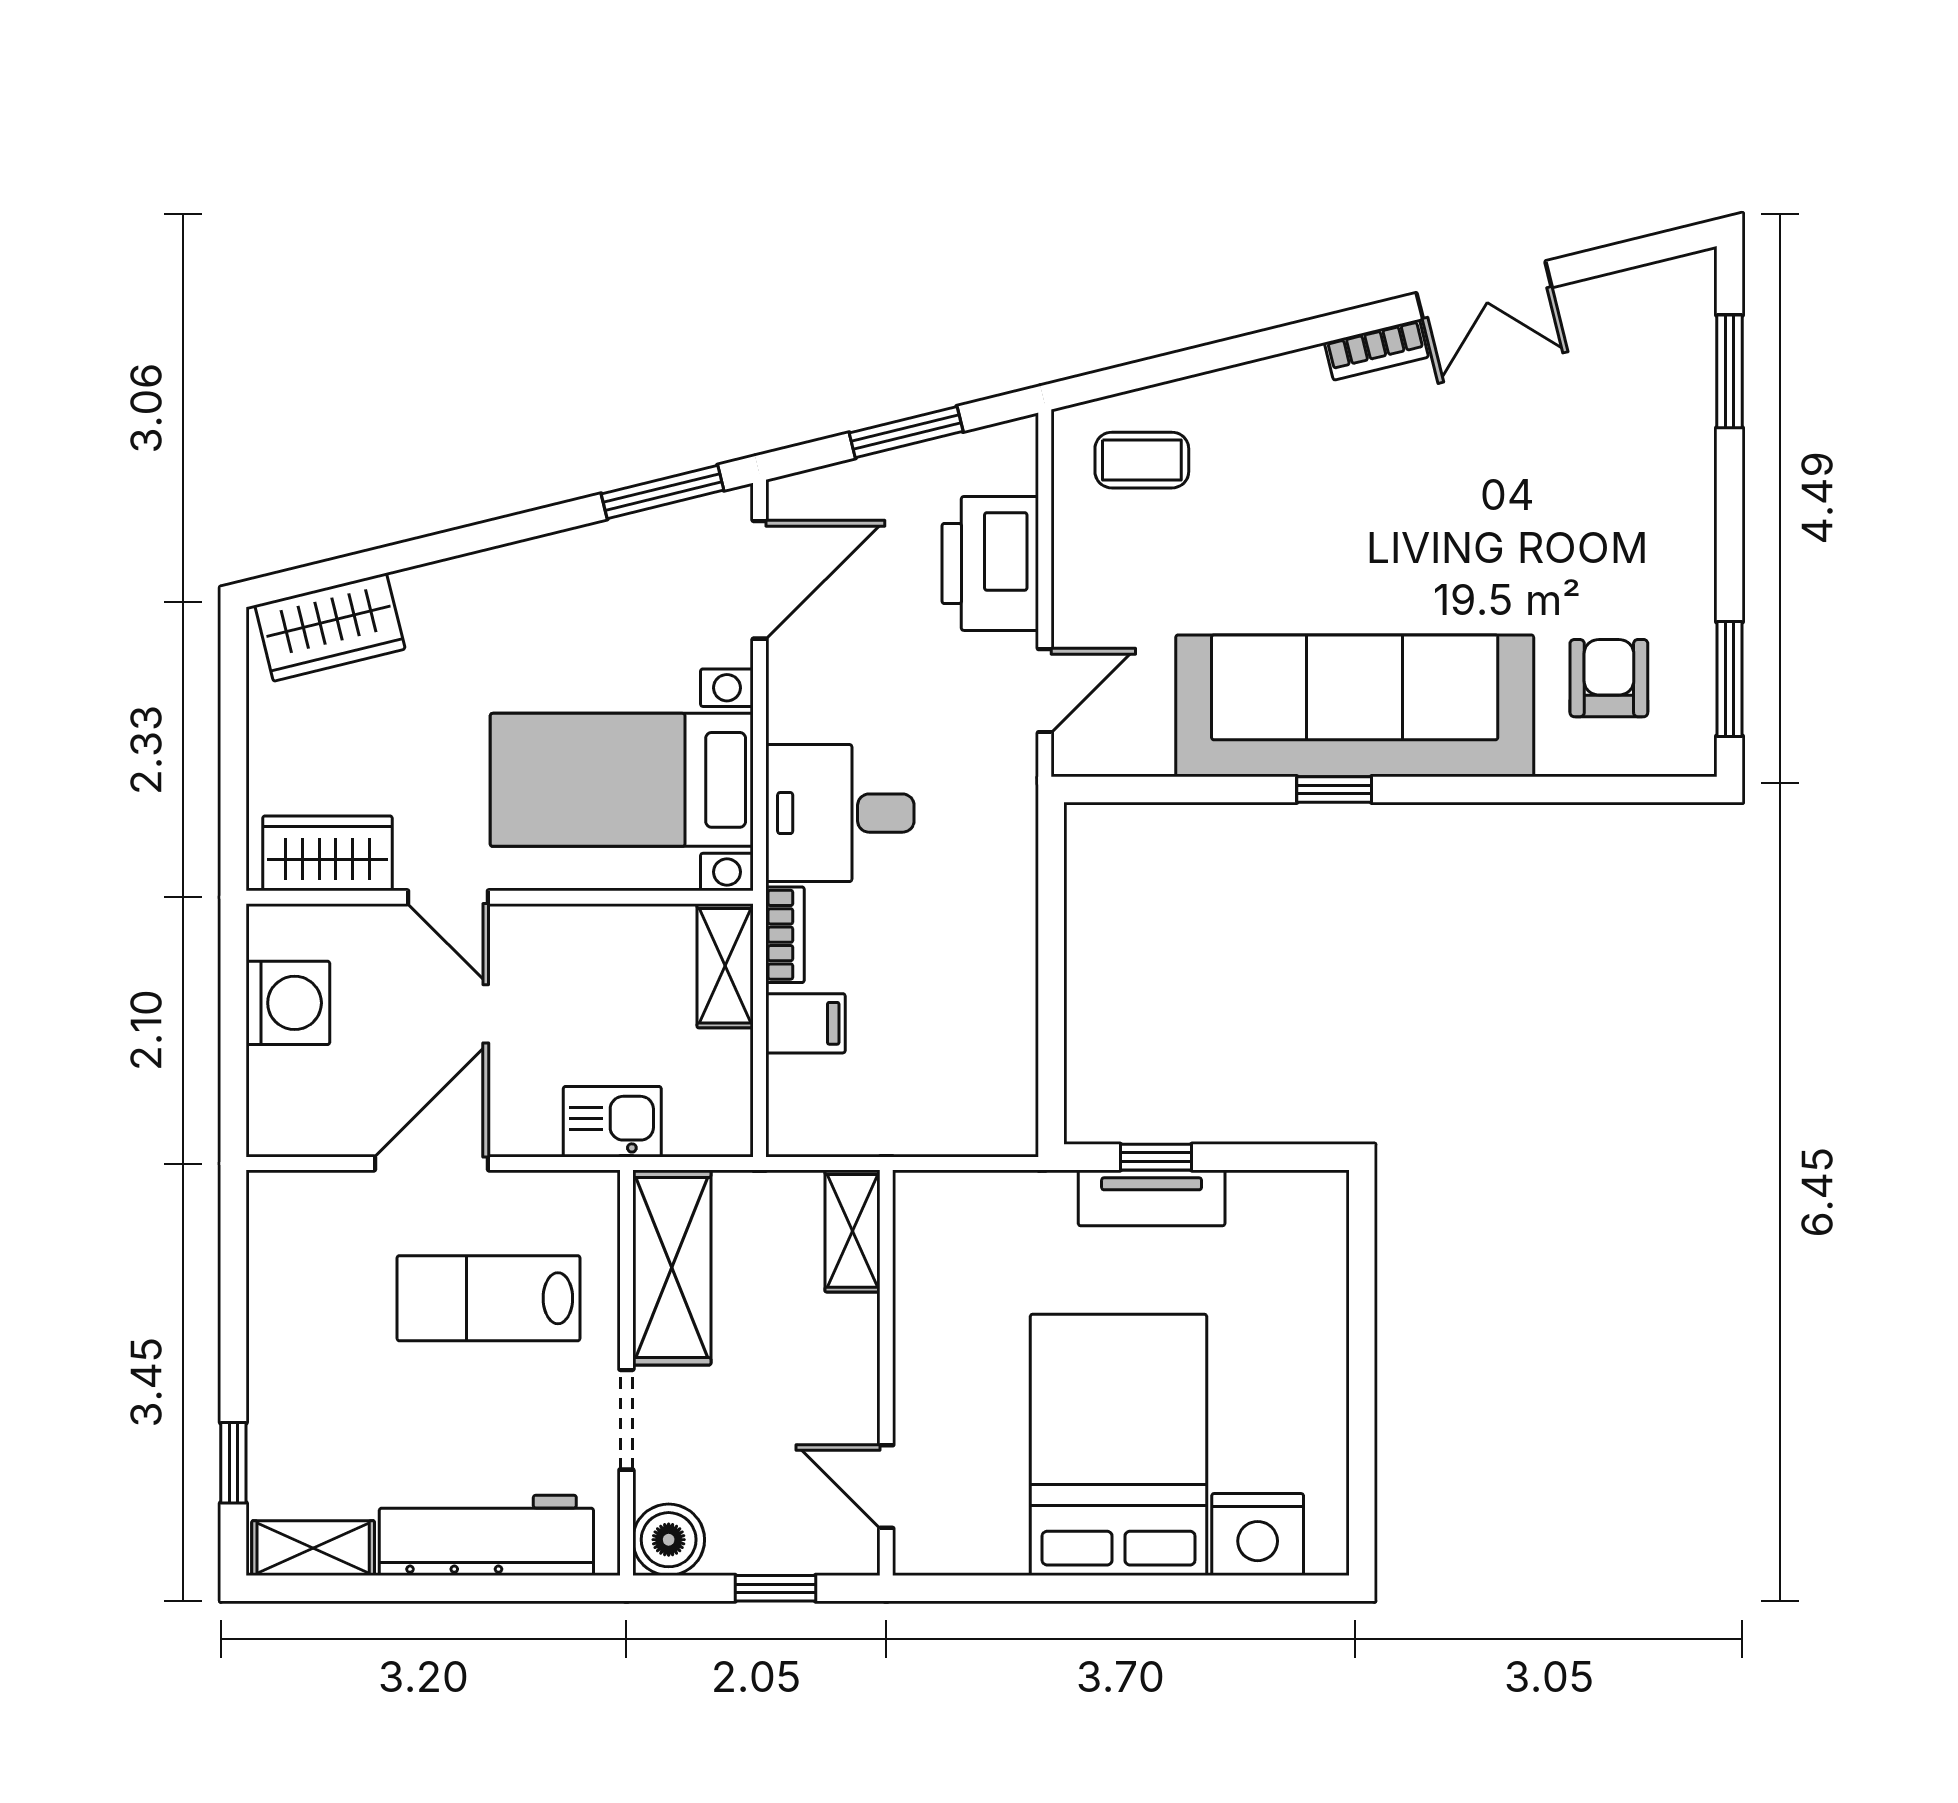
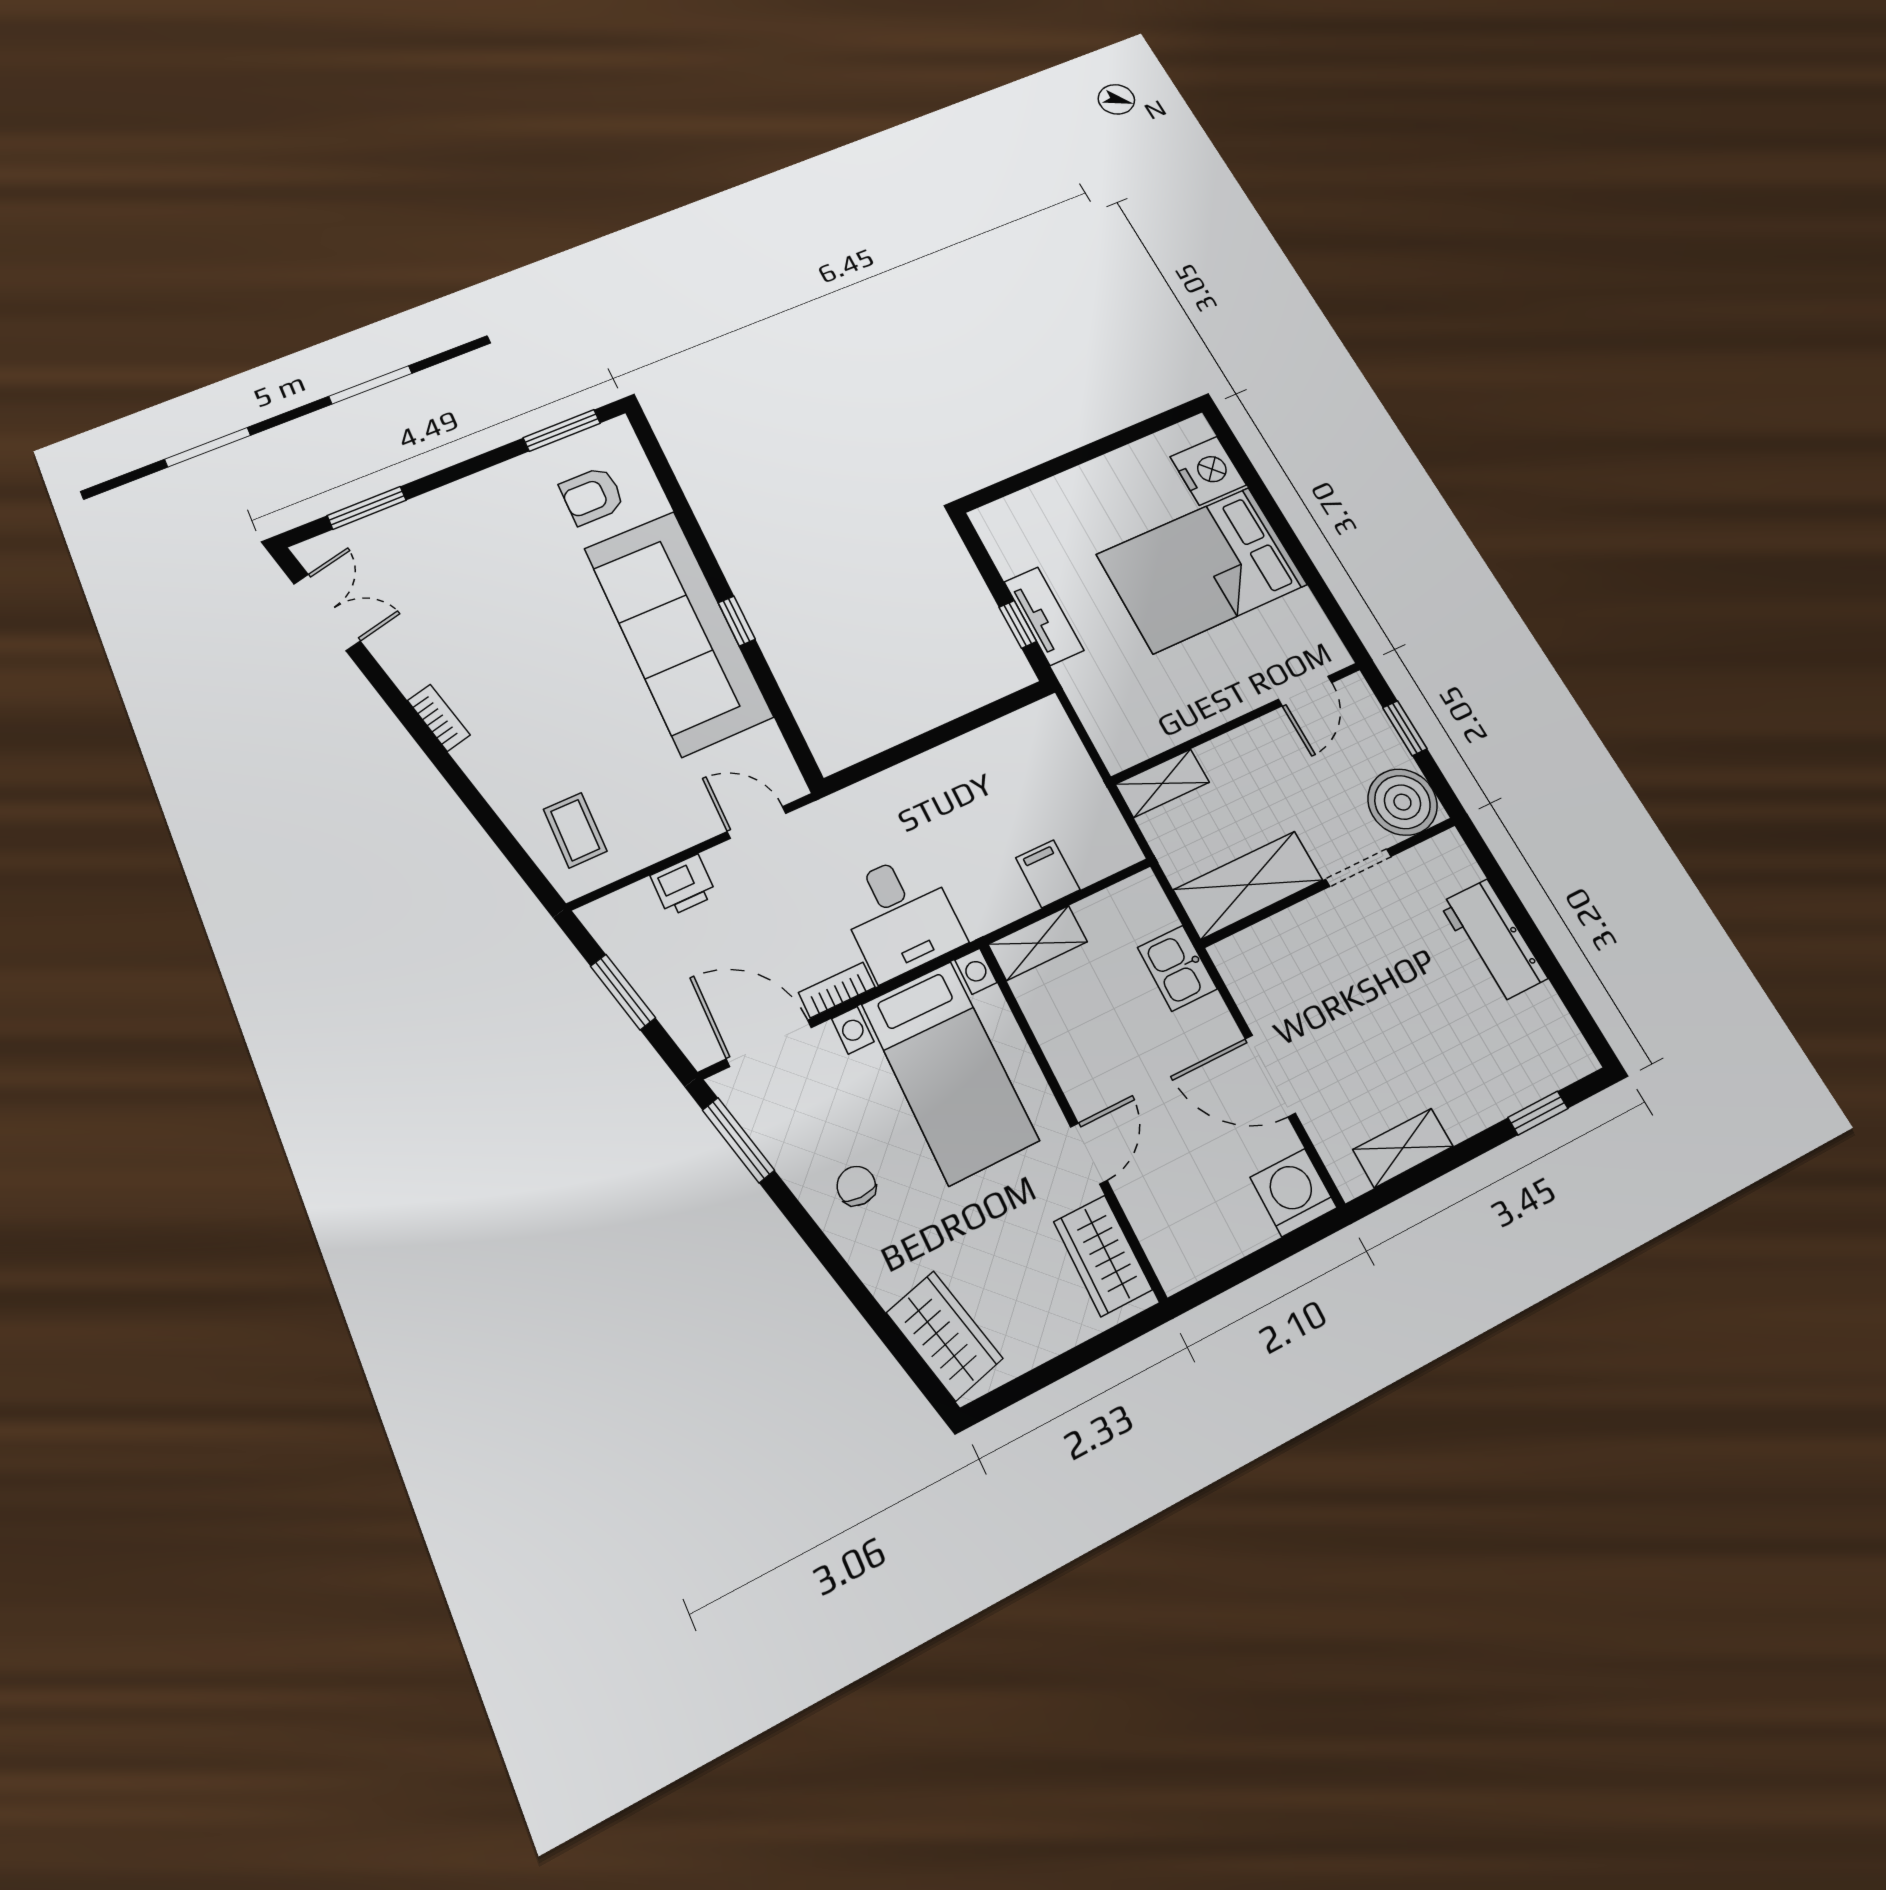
double door: (1484, 290) -> (327, 612), moved
printer: (990, 563) -> (683, 885), width x0.53, depth x0.68
chair: (543, 606) -> (856, 1186), added
bookcase: (785, 935) -> (837, 990), moved
washing machine: (288, 1003) -> (1293, 1192), moved
lab bench: (488, 1298) -> (1334, 994), removed
workbench: (486, 1535) -> (1493, 941), width x0.73
boiler: (669, 1540) -> (1402, 802), width x1.37, depth x1.37
shelving: (313, 1548) -> (1403, 1148), moved, turned 90

